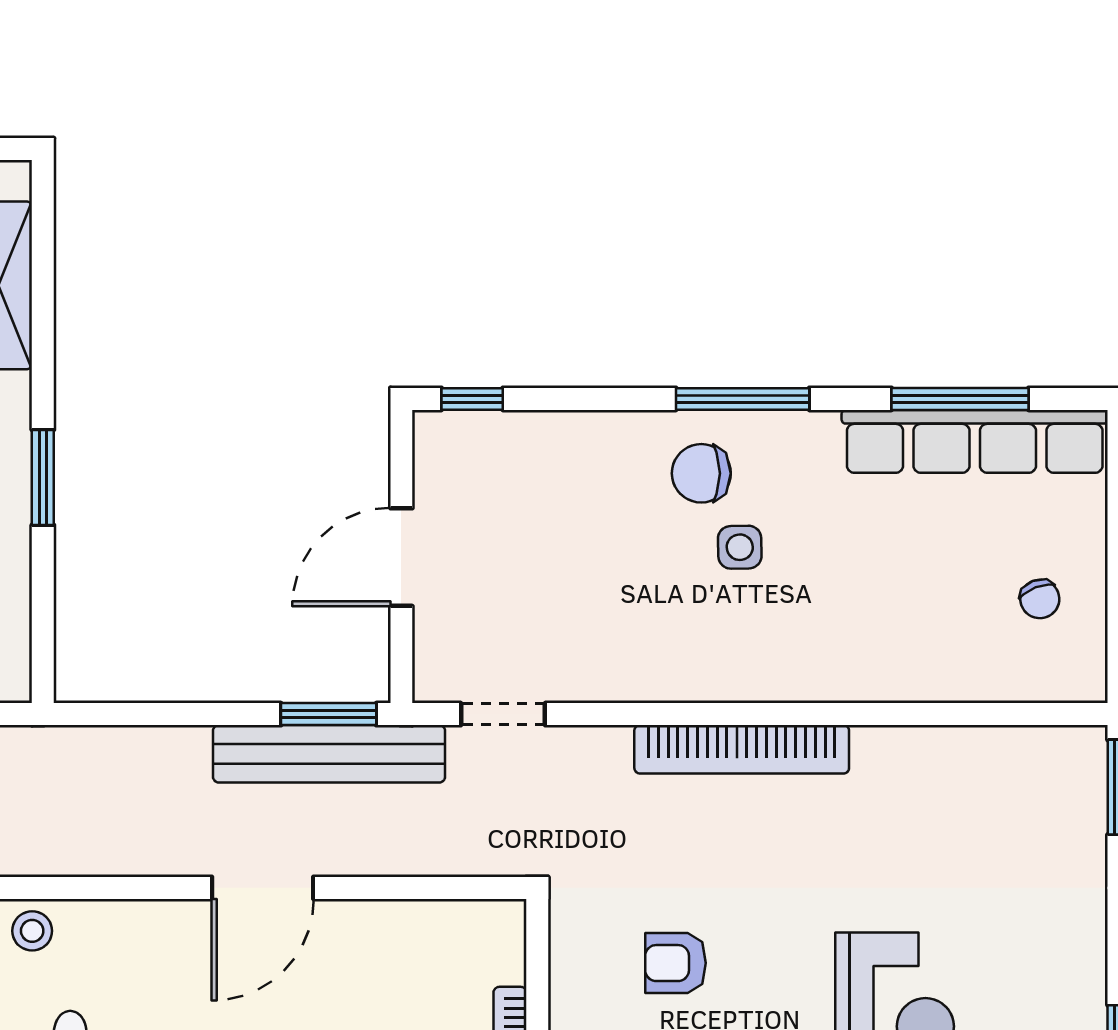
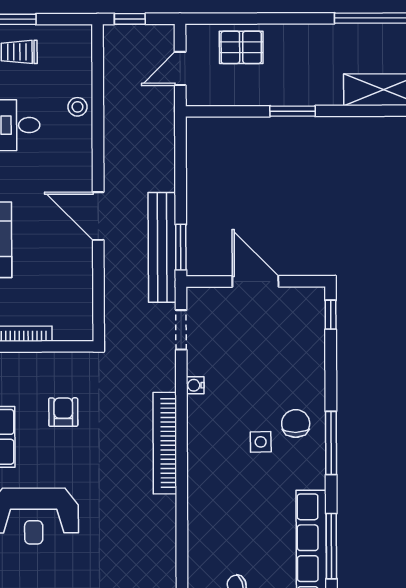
water cooler: (620, 685) -> (195, 385), added

